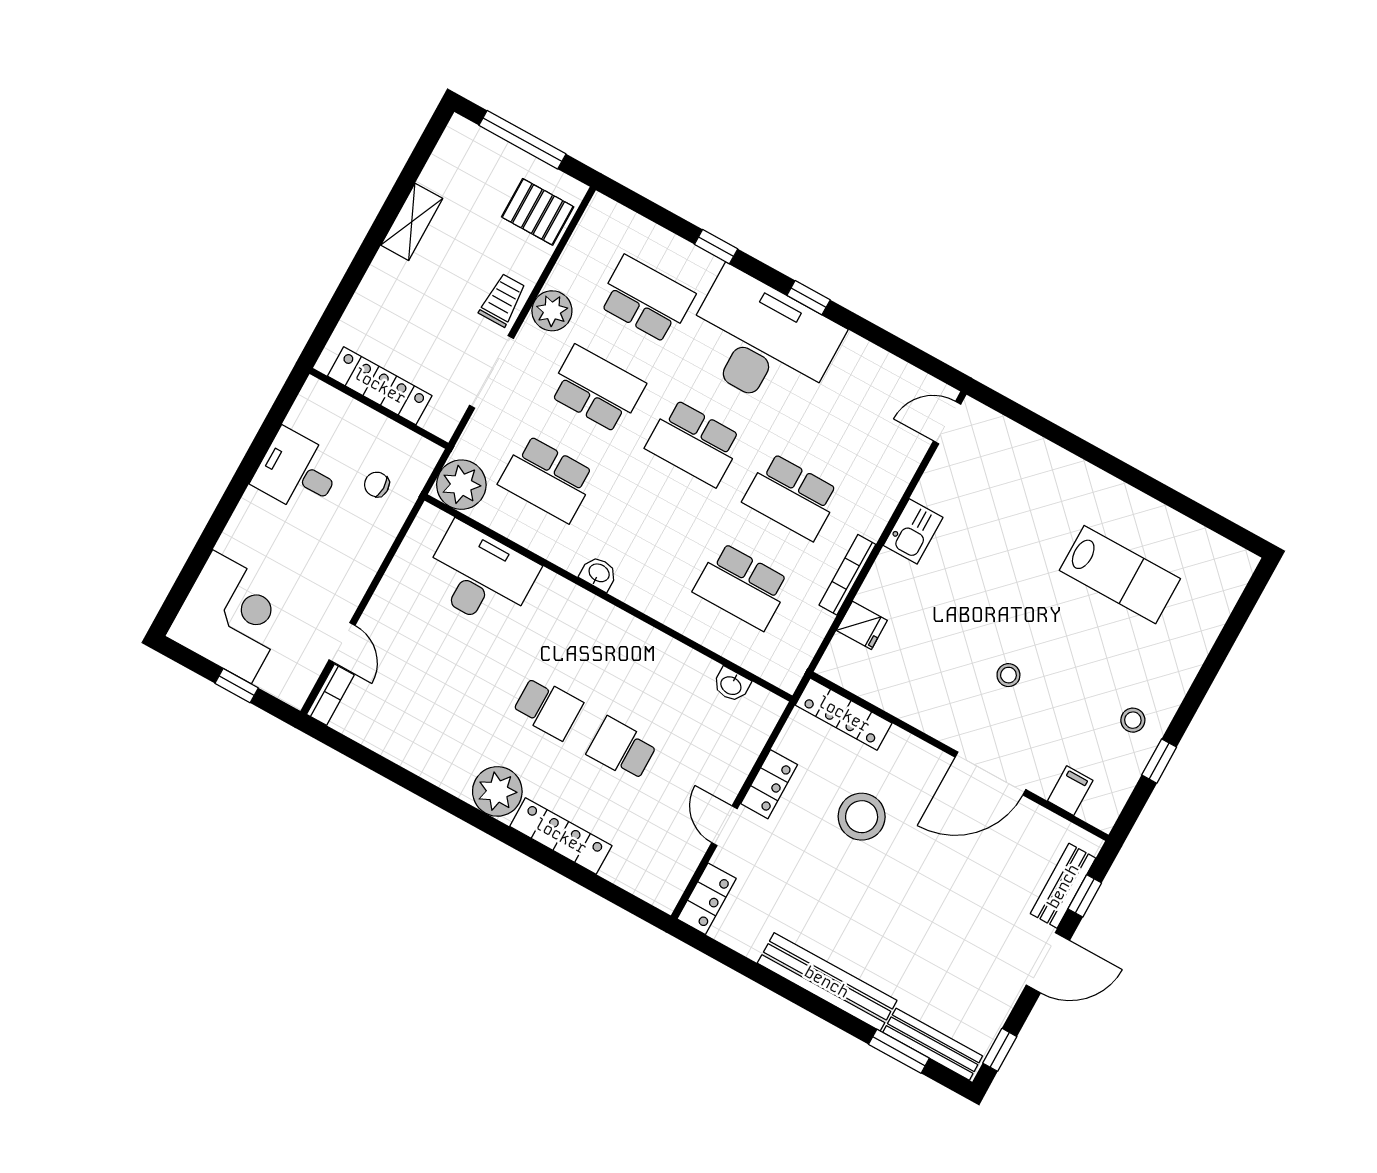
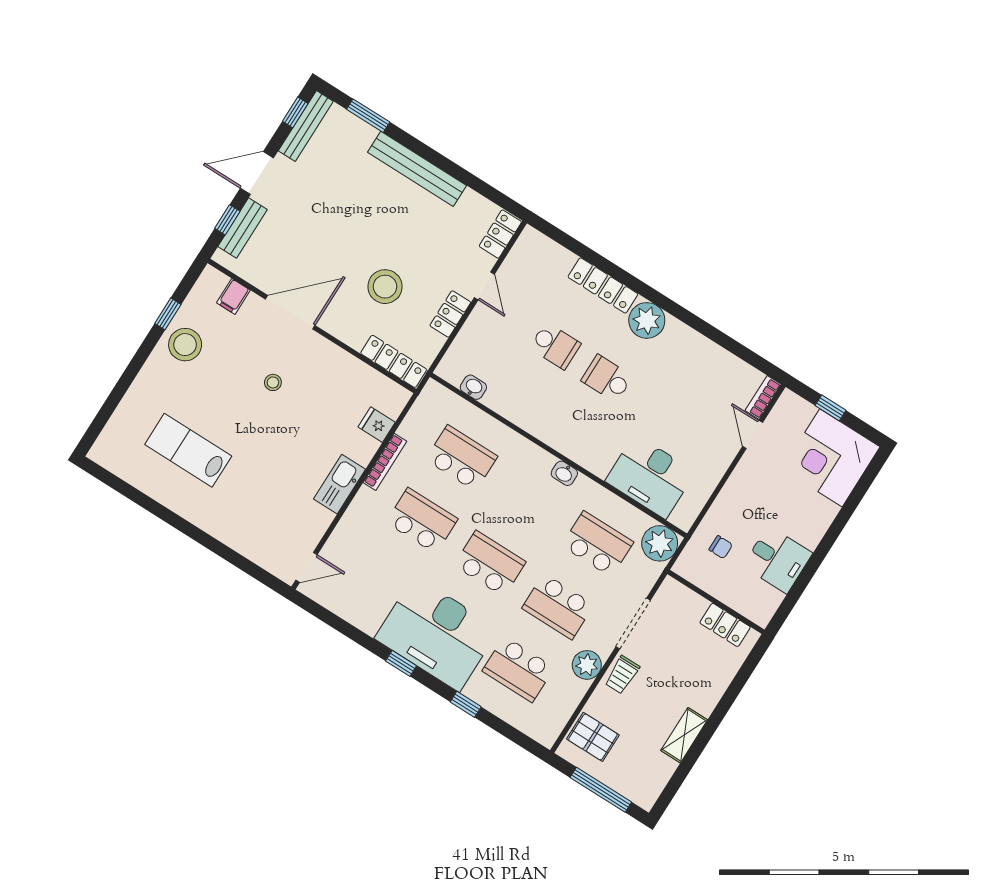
locker: (380, 386) -> (725, 625), width x0.66
kitchen sink: (913, 531) -> (339, 484), width x1.38
stool: (1133, 720) -> (185, 345), width x1.89, depth x1.89
bench: (933, 1044) -> (306, 126), moved, turned 90

